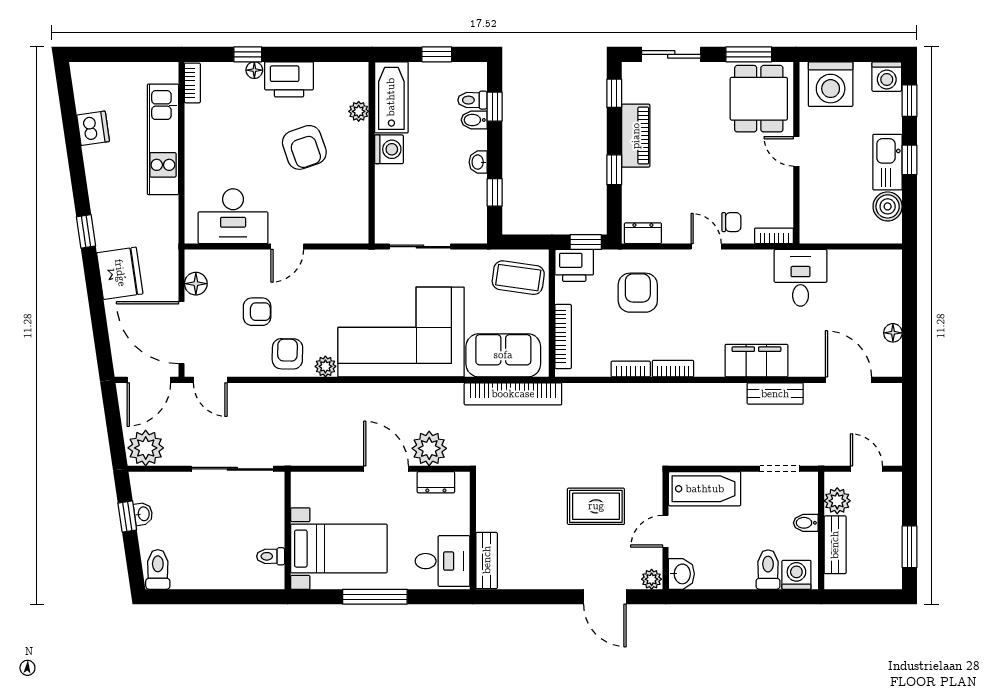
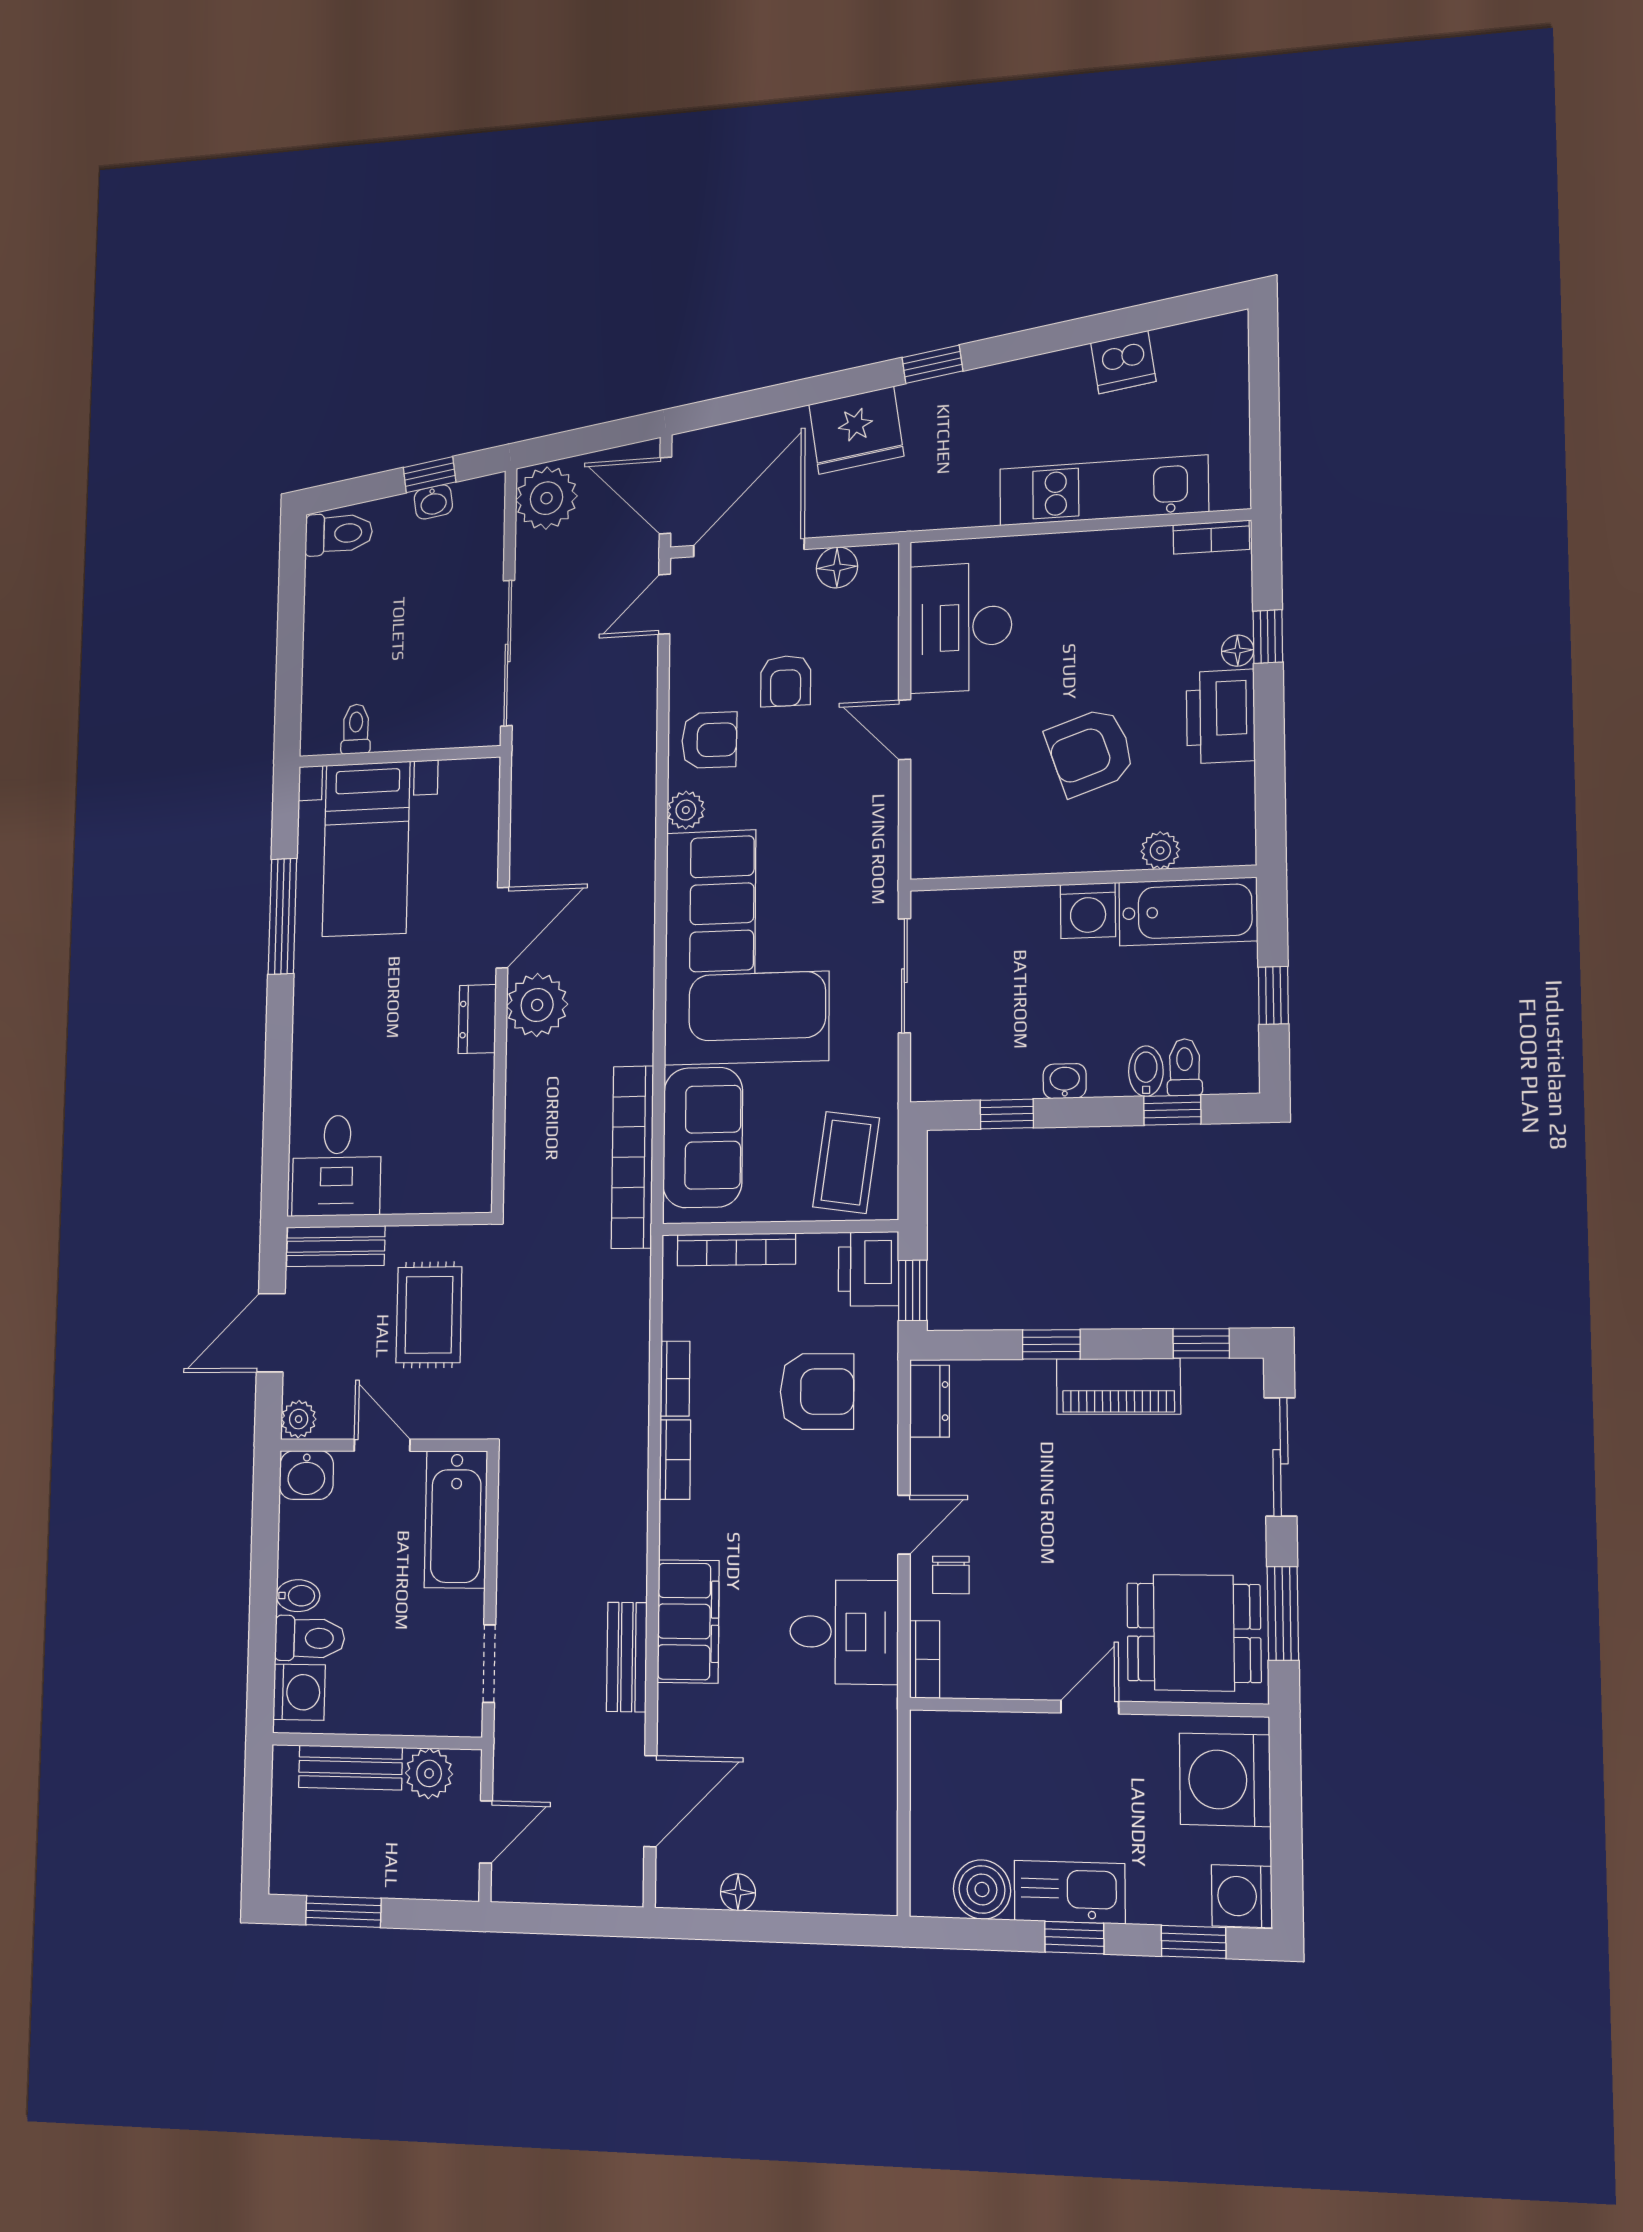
desk: (801, 278) -> (844, 1632), moved
bidet: (806, 523) -> (298, 1596), moved, turned 90
wall: (473, 531) -> (389, 1220), moved
bench: (487, 560) -> (336, 1246), moved
desk: (443, 561) -> (337, 1166), moved

